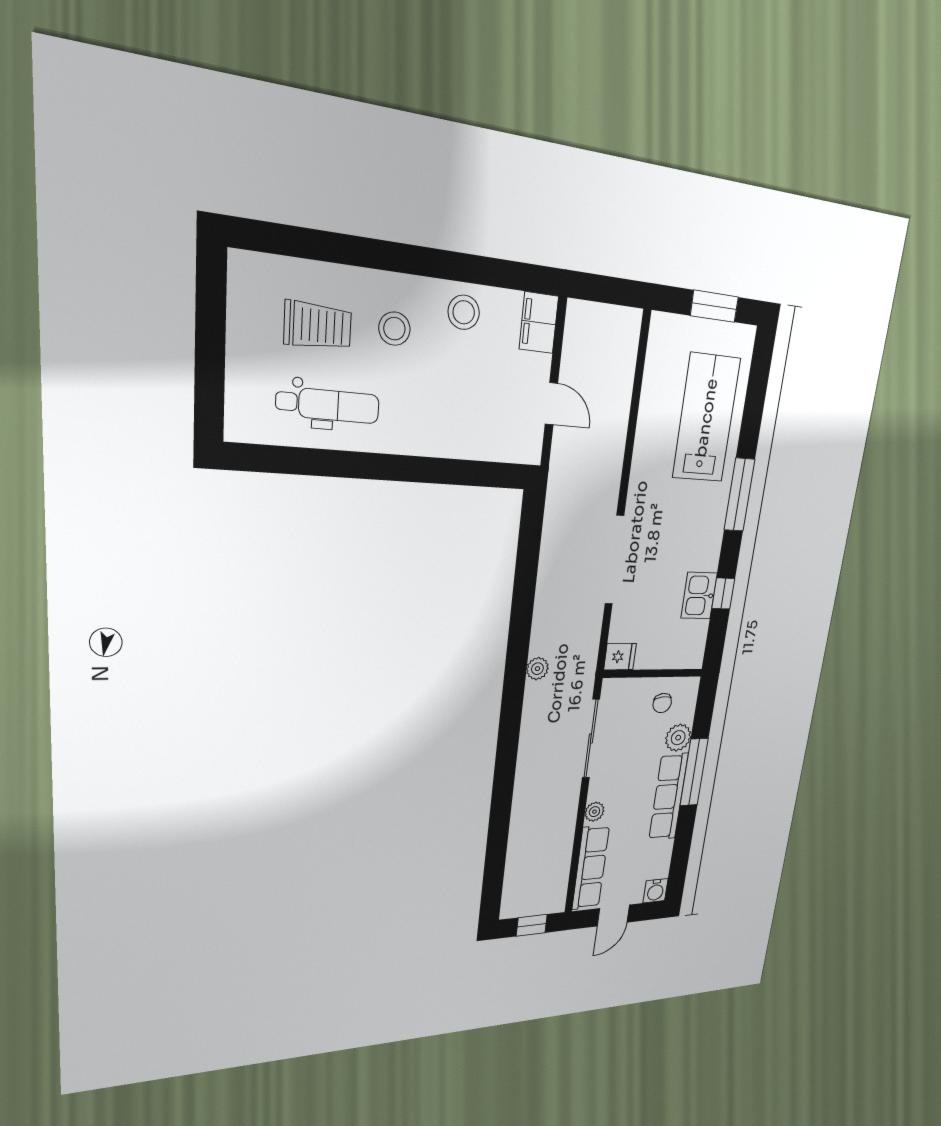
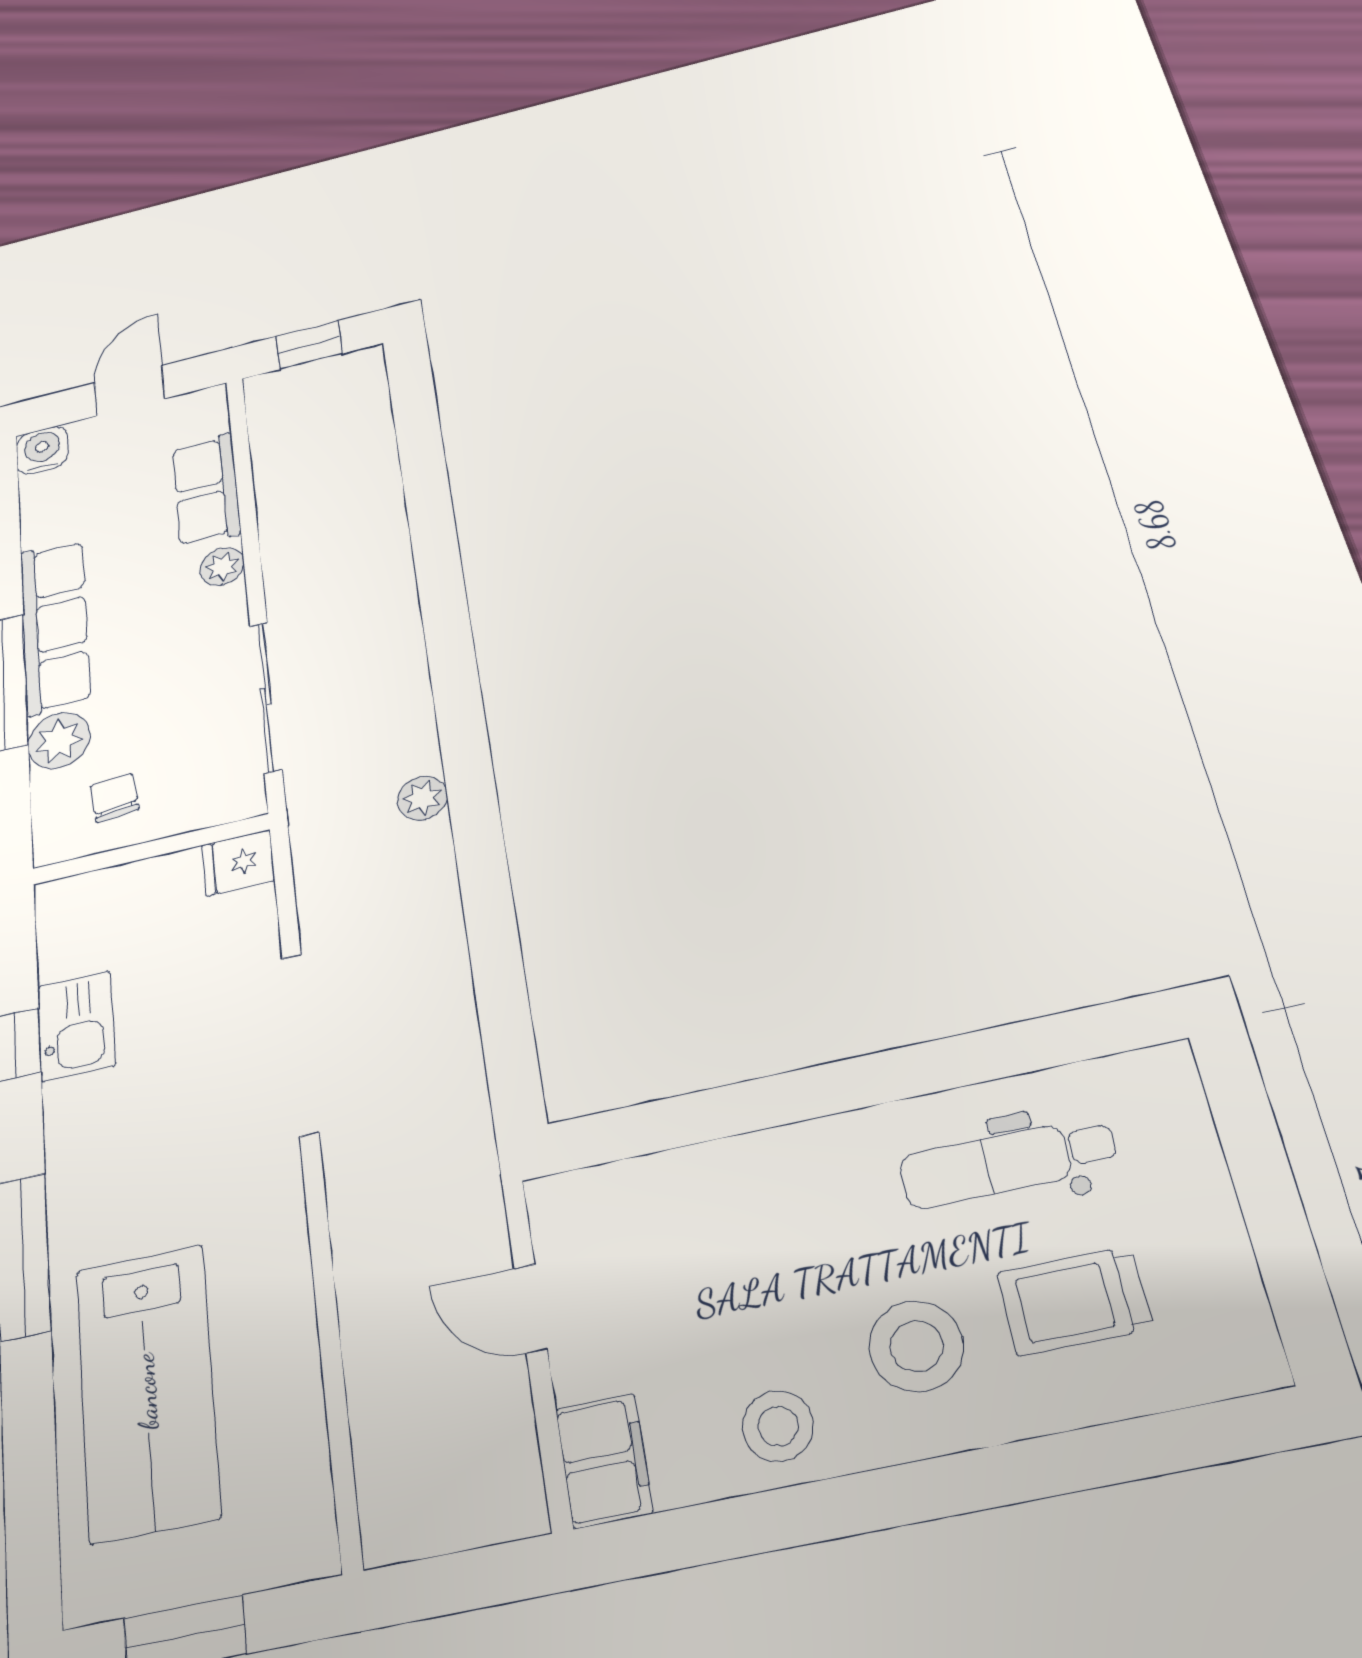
stool: (394, 329) -> (916, 1346), width x1.38, depth x1.38
row of seats: (591, 868) -> (206, 490), width x0.68

